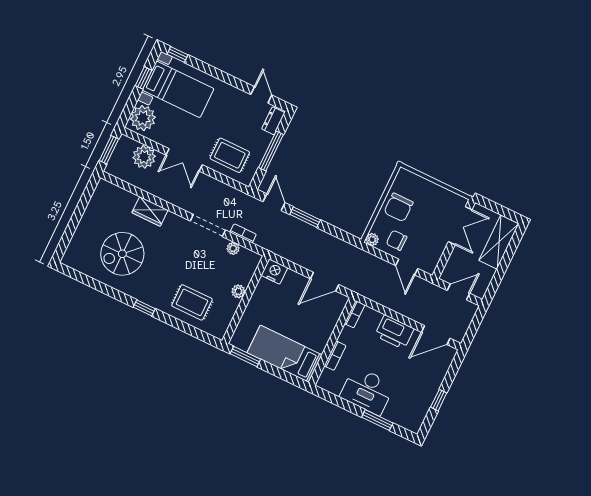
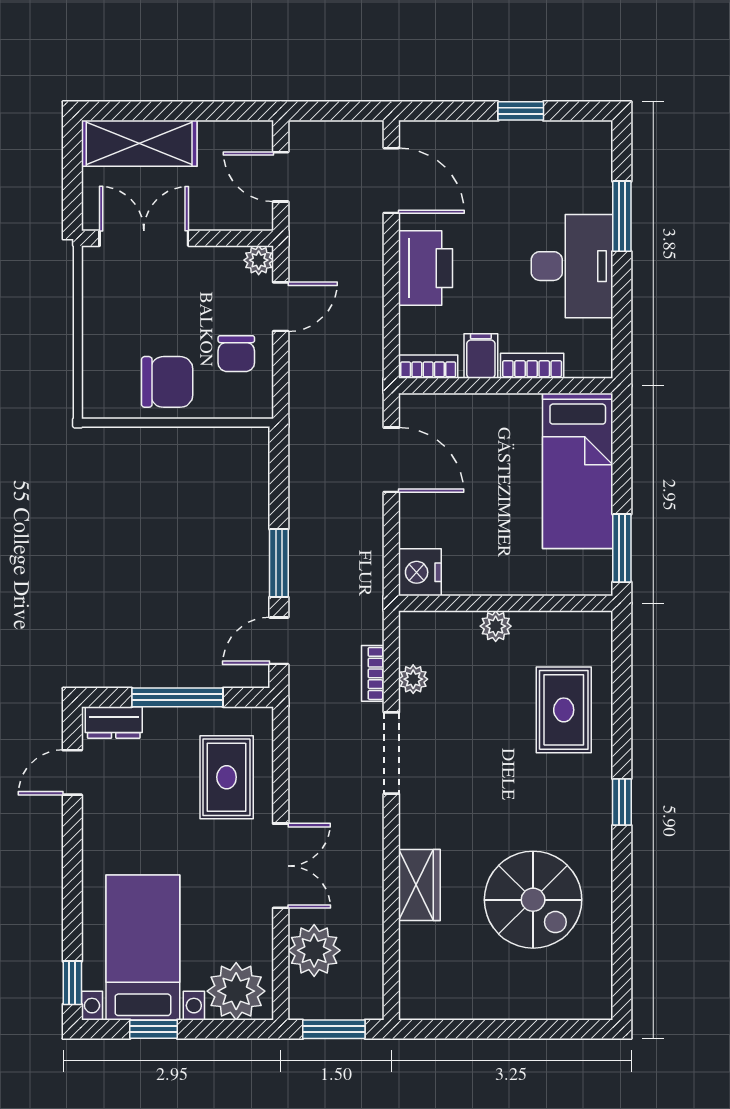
plant: (372, 240) -> (259, 260), moved
filing cabinet: (349, 337) -> (481, 356), added

